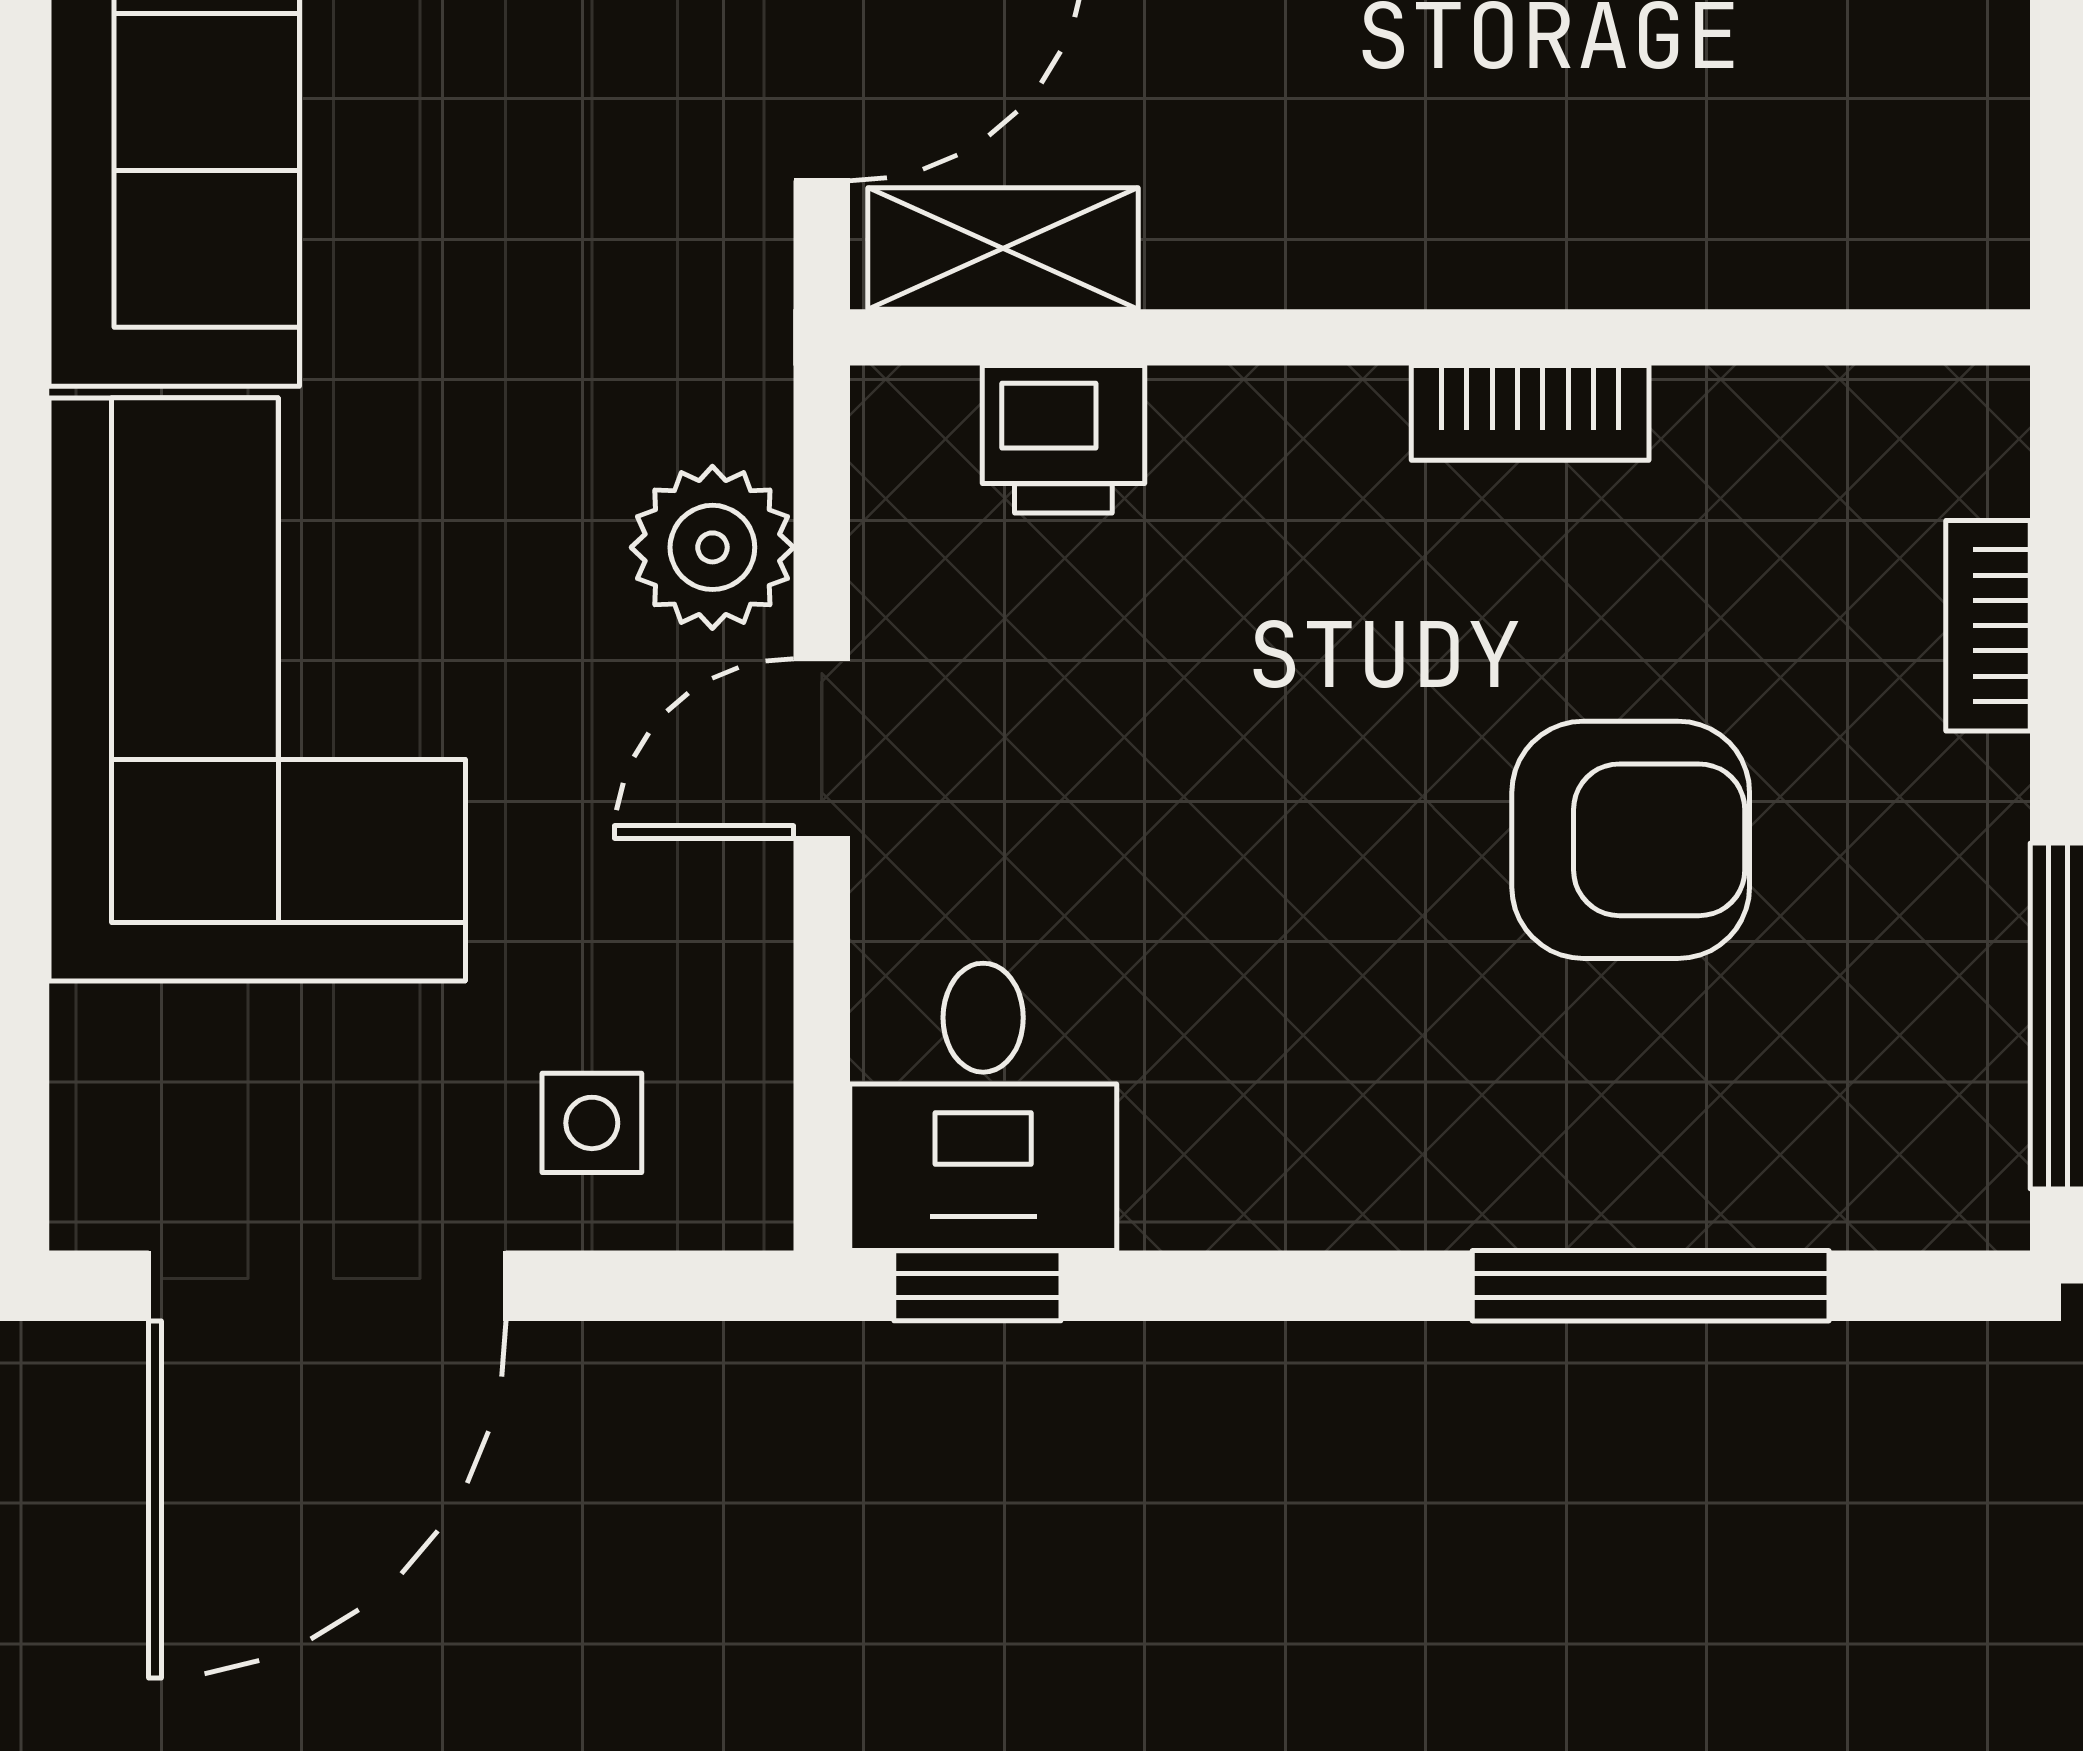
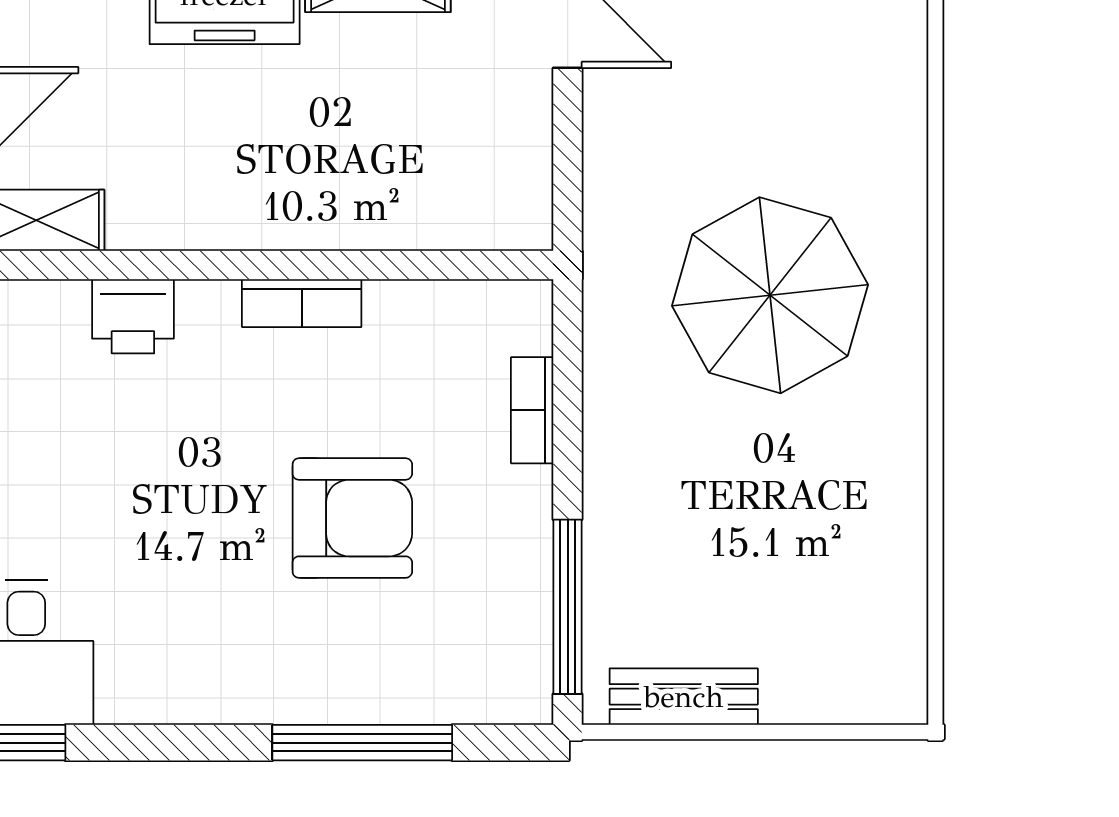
printer: (1063, 439) -> (133, 316), moved

